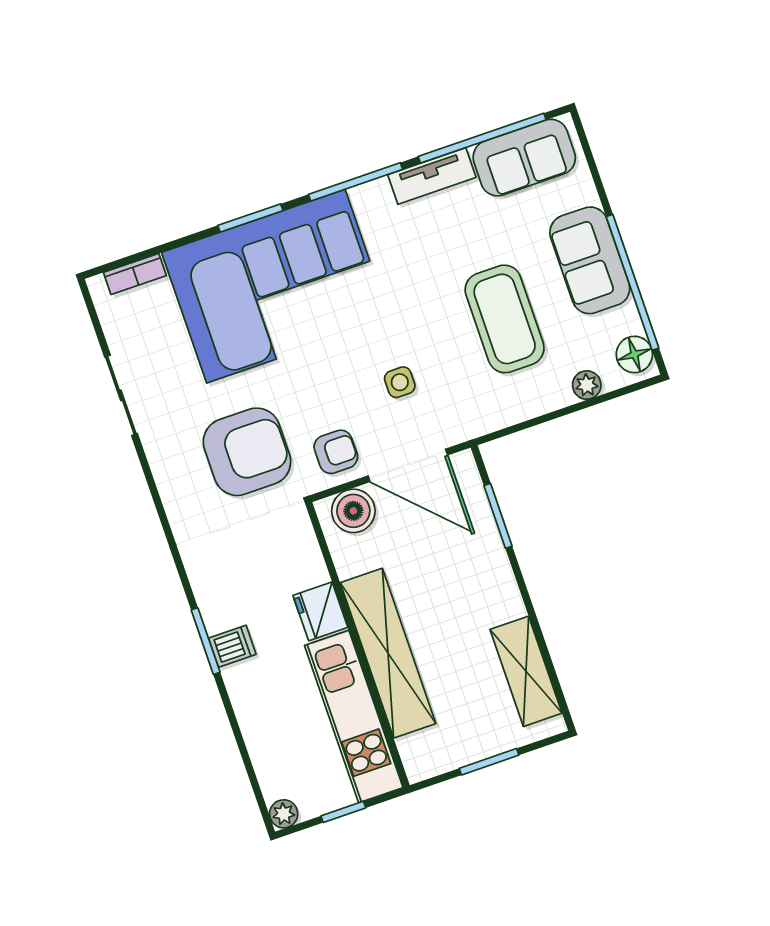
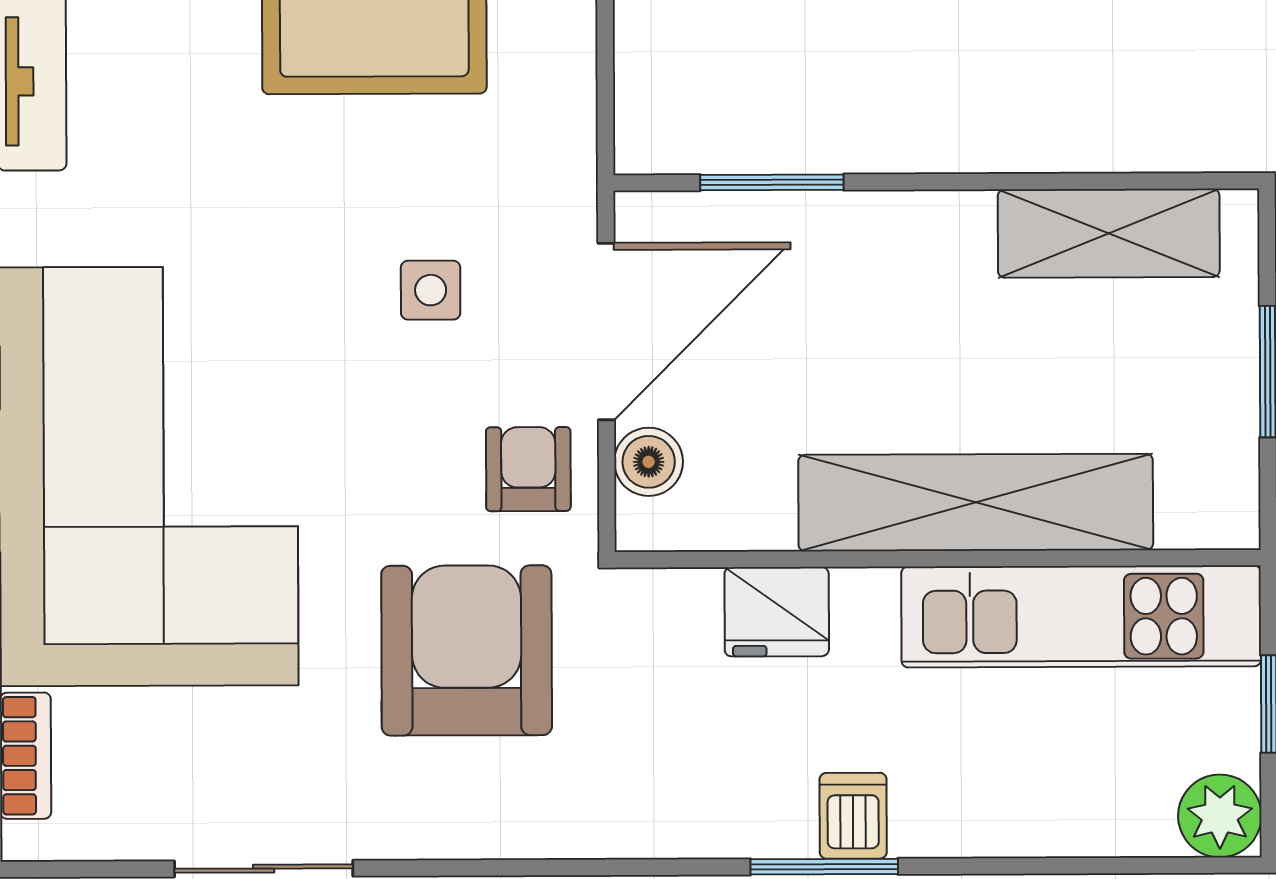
boiler: (353, 511) -> (649, 462), width x0.73, depth x0.73
fridge: (320, 611) -> (777, 612), moved
plant: (284, 814) -> (1220, 816), width x1.38, depth x1.38

